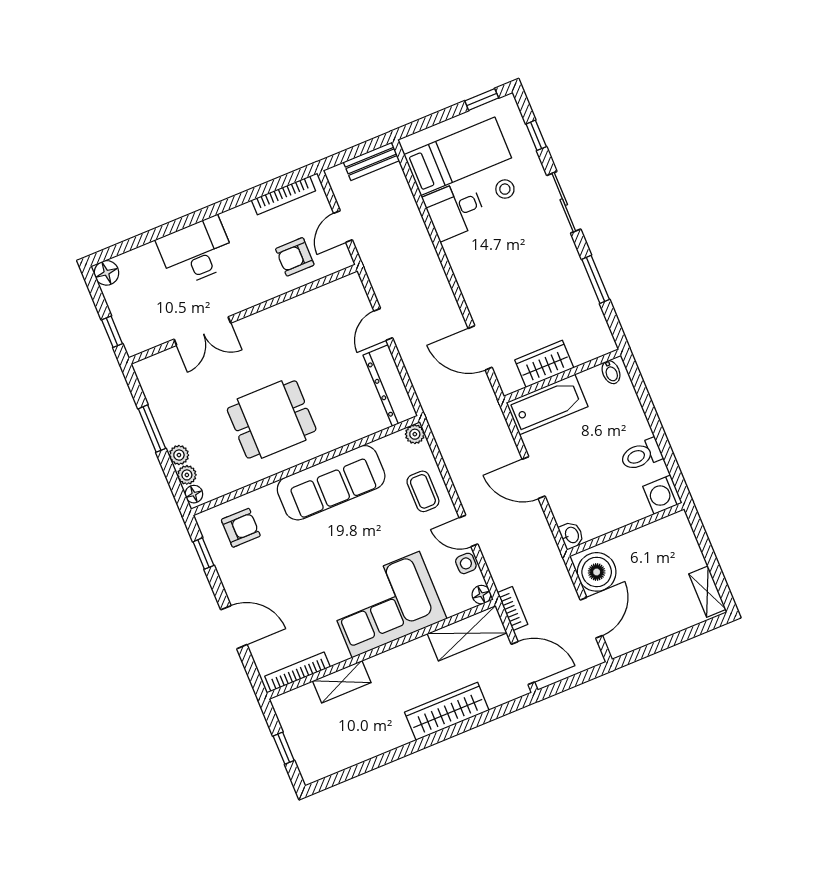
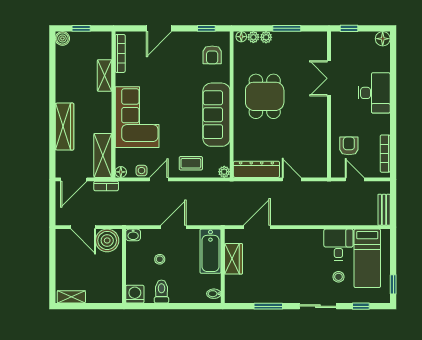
stool: (592, 478) -> (160, 259), added
boiler: (311, 771) -> (62, 38), added

